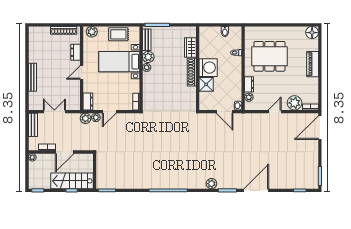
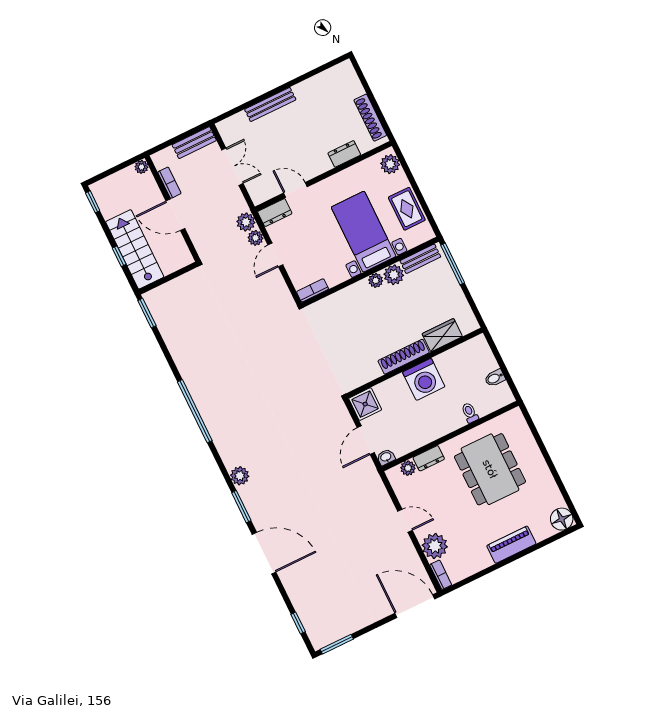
door: (82, 72) -> (295, 190), moved
shower: (206, 84) -> (365, 404), moved
door: (109, 112) -> (275, 255), hinge flipped

